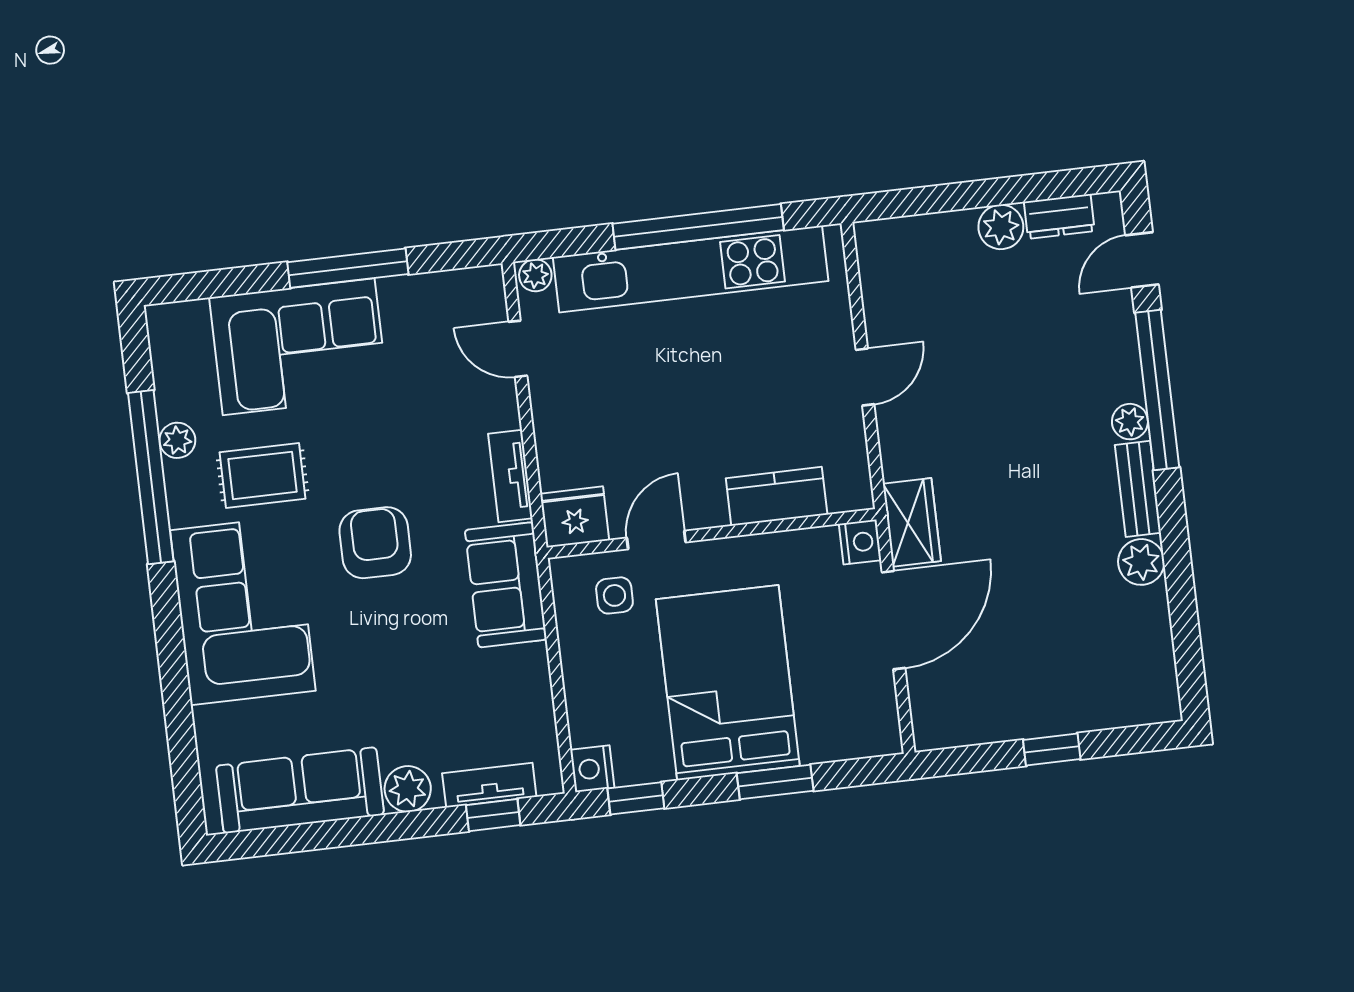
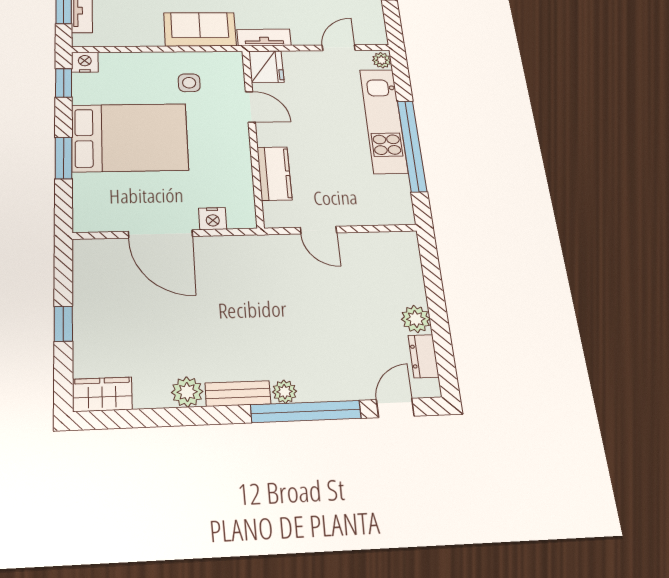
door: (1142, 260) -> (395, 408), hinge flipped
kitchen unit: (691, 269) -> (383, 121), width x0.73
kitchen counter: (777, 496) -> (274, 173), moved
fridge: (575, 517) -> (266, 67), moved
wardrobe: (912, 522) -> (102, 394), moved, turned 180
wall: (711, 534) -> (253, 136), moved
door: (656, 540) -> (250, 107), moved

